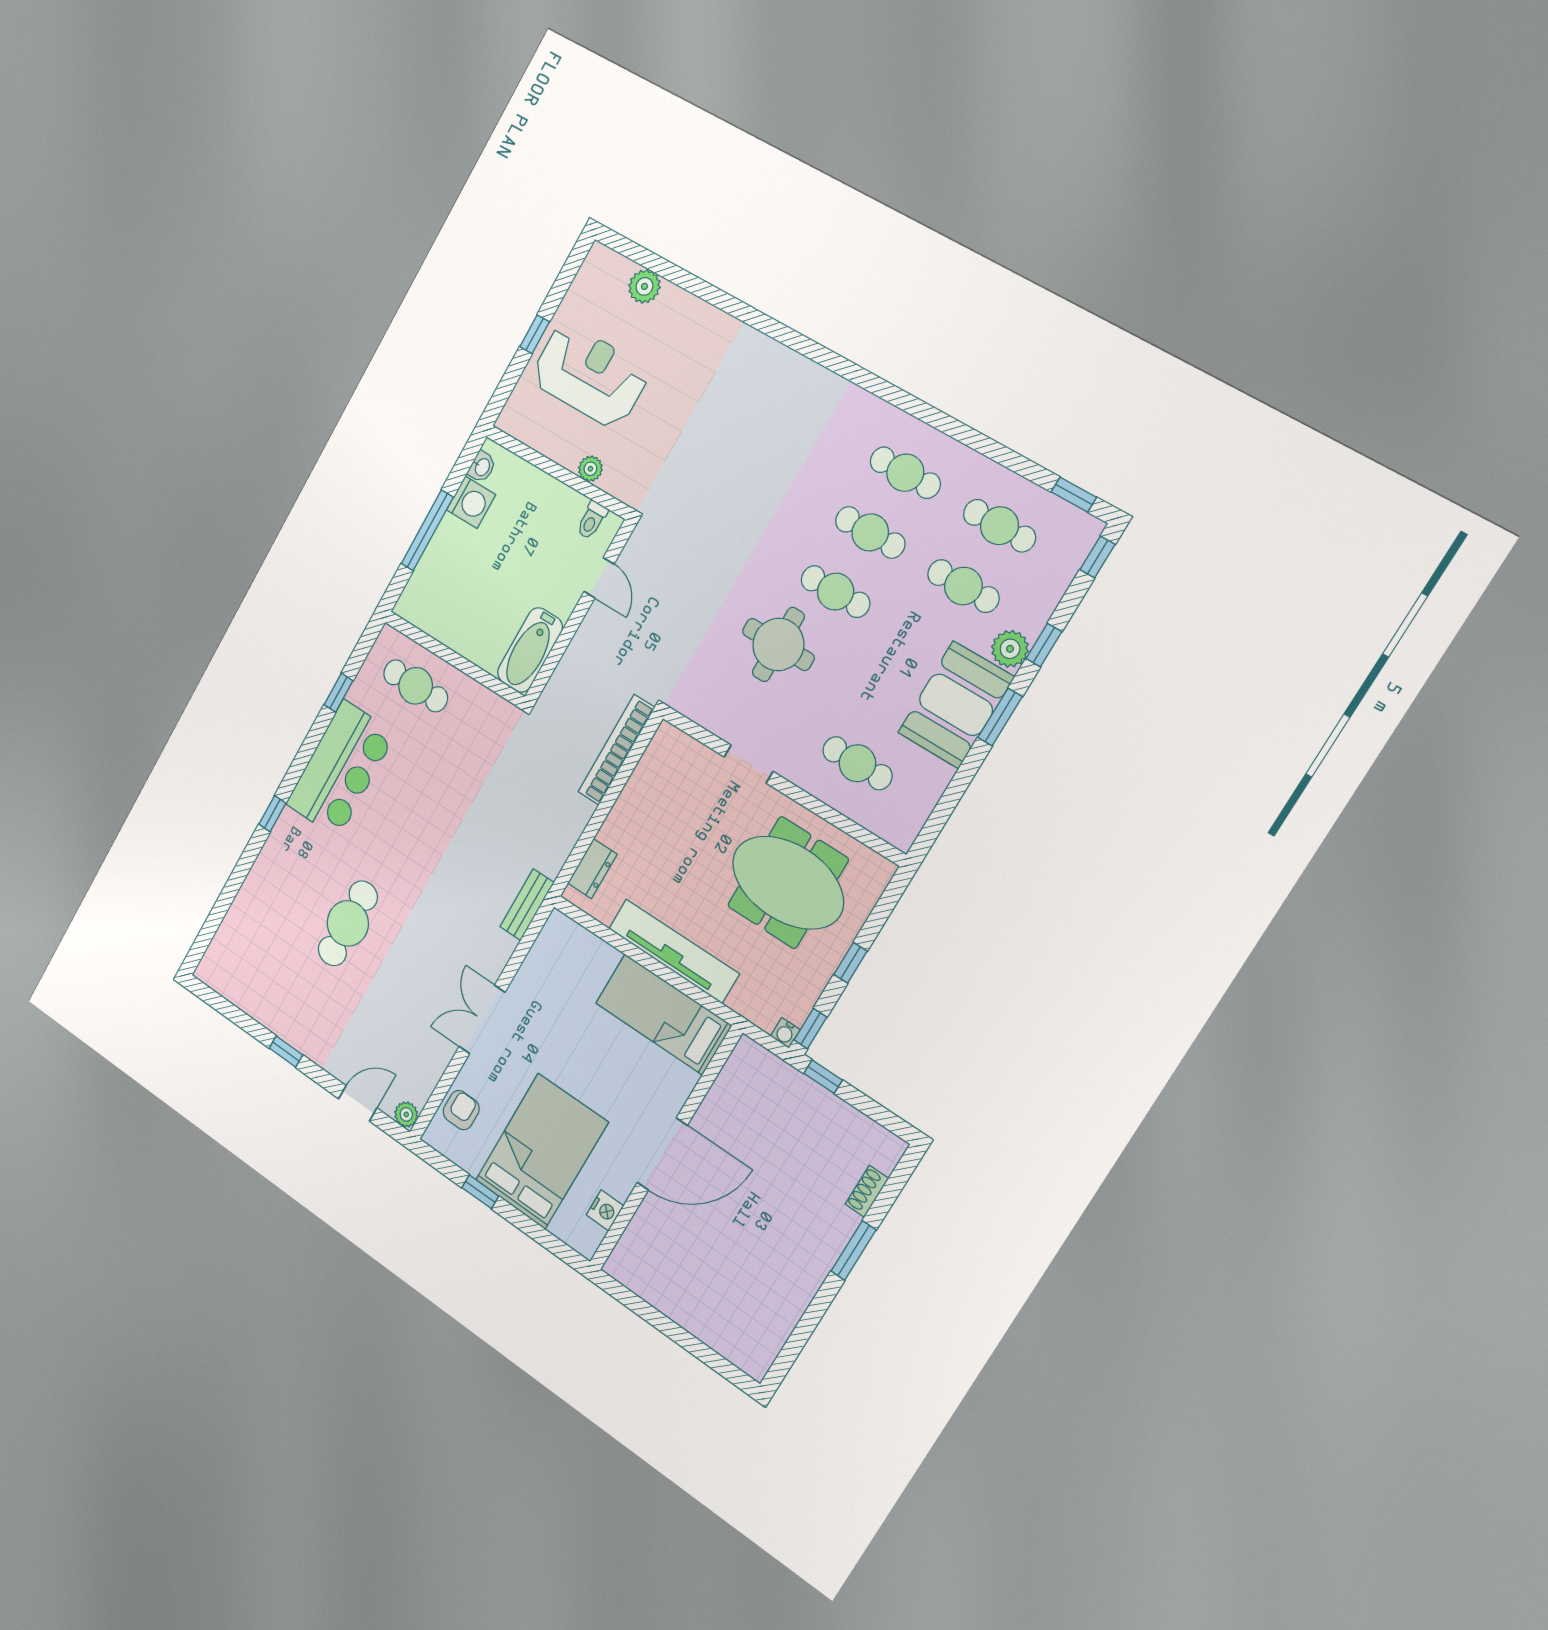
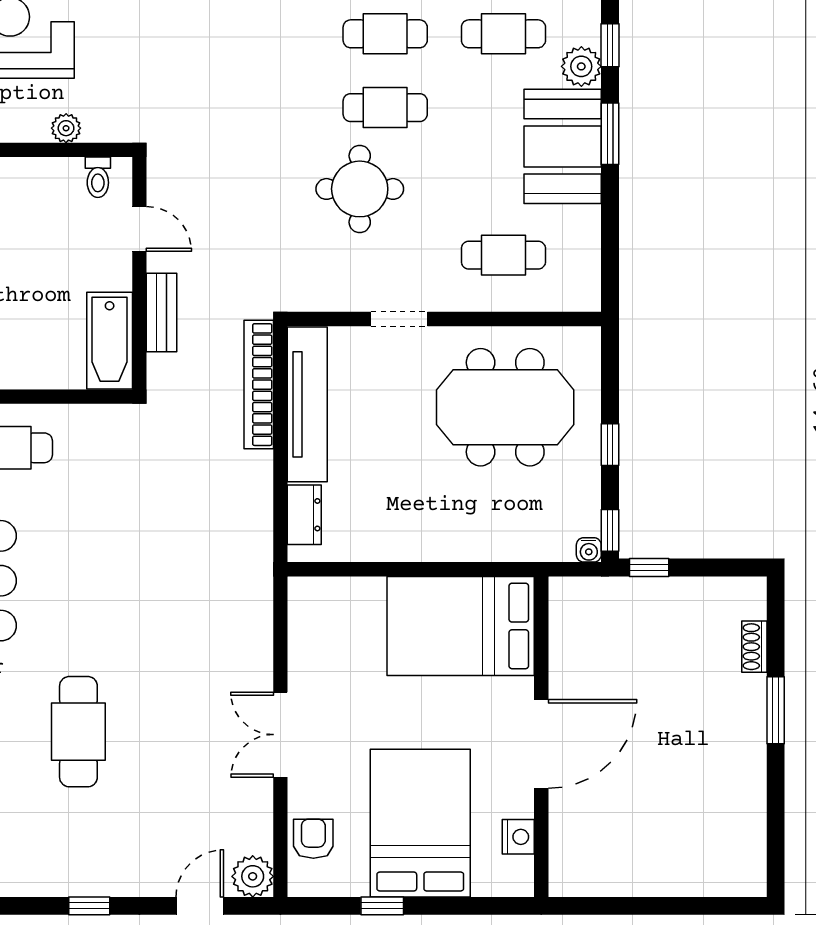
bench: (527, 905) -> (162, 313), moved
tv unit: (674, 951) -> (307, 404), moved, turned 90
bed: (663, 1014) -> (461, 626), width x1.50
plant: (406, 1114) -> (253, 876), width x1.38, depth x1.38

